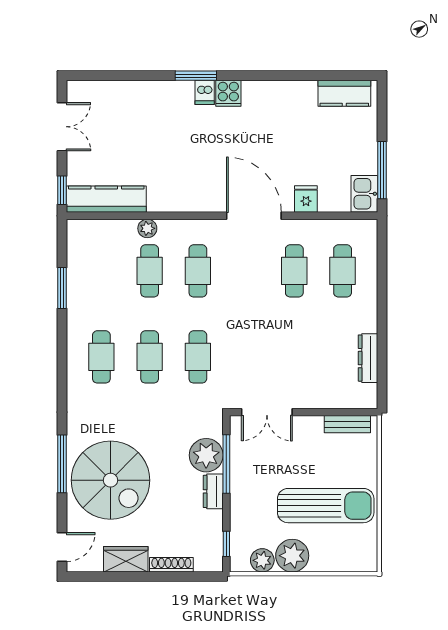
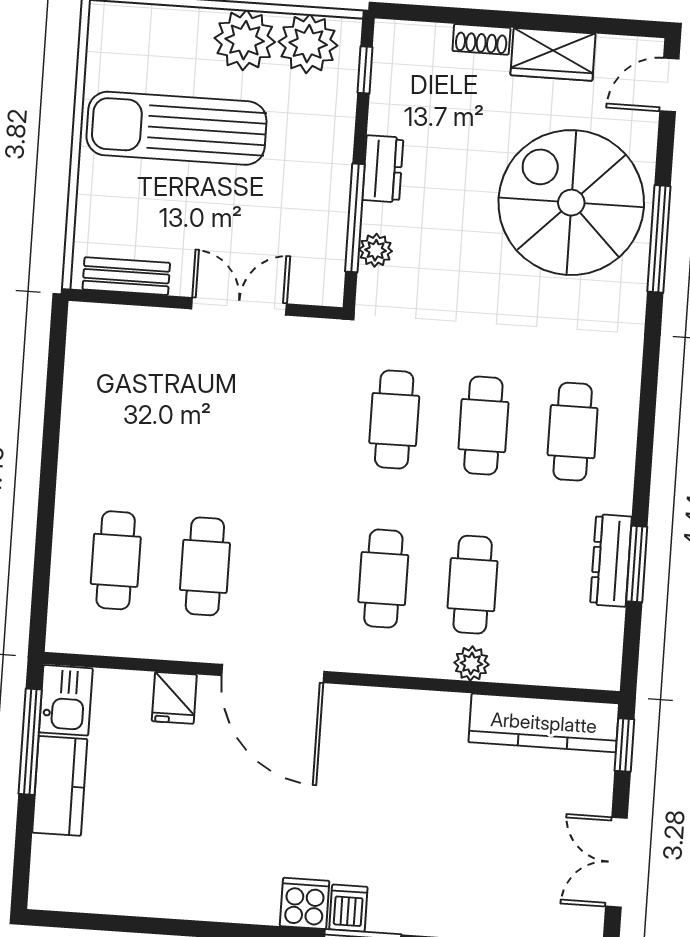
kitchen counter: (344, 93) -> (60, 786), moved, turned 90
dresser: (368, 358) -> (611, 561), moved, turned 180
double door: (267, 412) -> (239, 306), moved
plant: (206, 455) -> (376, 250), width x0.53, depth x0.53
plant: (262, 560) -> (308, 44), width x1.36, depth x1.36
shoe rack: (171, 565) -> (481, 39), width x0.70

